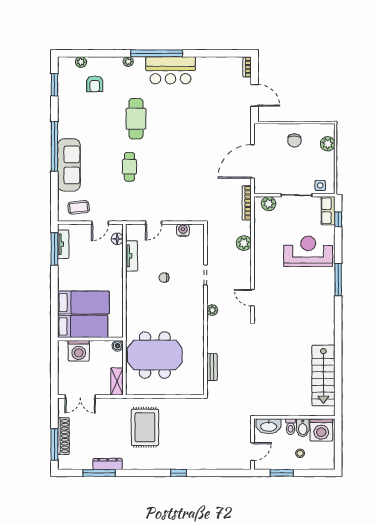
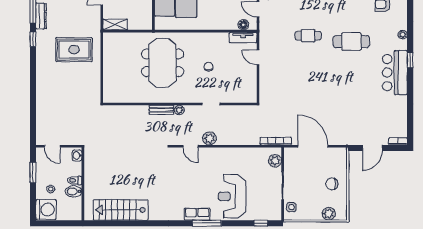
window: (157, 53) -> (410, 60), width x0.32
row of seats: (328, 211) -> (197, 214), moved
water cooler: (183, 230) -> (251, 84), removed
plant: (244, 243) -> (209, 138), moved
reception desk: (308, 251) -> (232, 196), turned 180
tv unit: (132, 256) -> (243, 38), moved
door: (253, 298) -> (190, 146), swing flipped
boiler: (118, 346) -> (147, 25), removed
meeting table: (155, 355) -> (163, 63), moved
bench: (212, 367) -> (161, 110), moved
washbasin: (269, 426) -> (77, 155), width x0.52, depth x0.69
washing machine: (321, 430) -> (46, 210), moved, turned 180
window: (179, 473) -> (33, 39), moved

